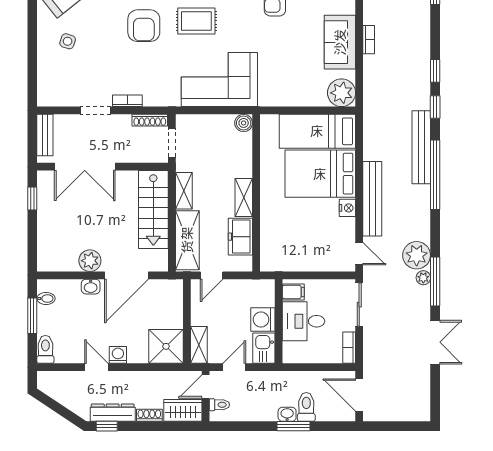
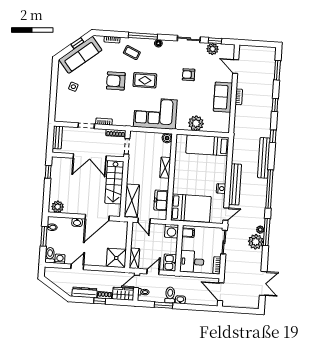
armchair: (144, 26) -> (116, 81), turned 90
window: (435, 71) -> (275, 105), moved
plant: (342, 93) -> (196, 123), moved
double door: (85, 167) -> (90, 157), moved
bed: (320, 174) -> (191, 208), moved, turned 180
window: (435, 175) -> (269, 189), moved
shelving: (184, 191) -> (132, 173), removed
shelving: (244, 197) -> (165, 168), moved
door: (359, 254) -> (226, 214), hinge flipped
plant: (417, 255) -> (256, 242), moved
plant: (90, 261) -> (58, 207), moved
door: (212, 275) -> (144, 221), hinge flipped
washing machine: (263, 320) -> (172, 231), moved, turned -90
desk: (303, 321) -> (192, 262), moved
double door: (435, 342) -> (263, 283), moved
washing machine: (118, 355) -> (60, 259), moved
door: (96, 367) -> (77, 267), hinge flipped
toilet: (306, 407) -> (170, 295), moved
window: (107, 426) -> (100, 301), moved
window: (293, 426) -> (164, 305), moved

